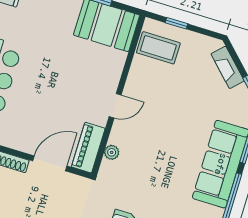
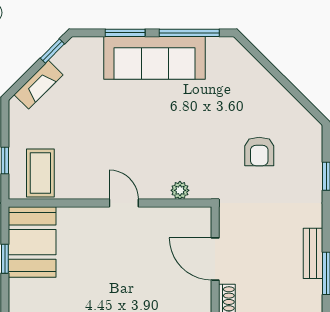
piano: (88, 148) -> (183, 219), removed

